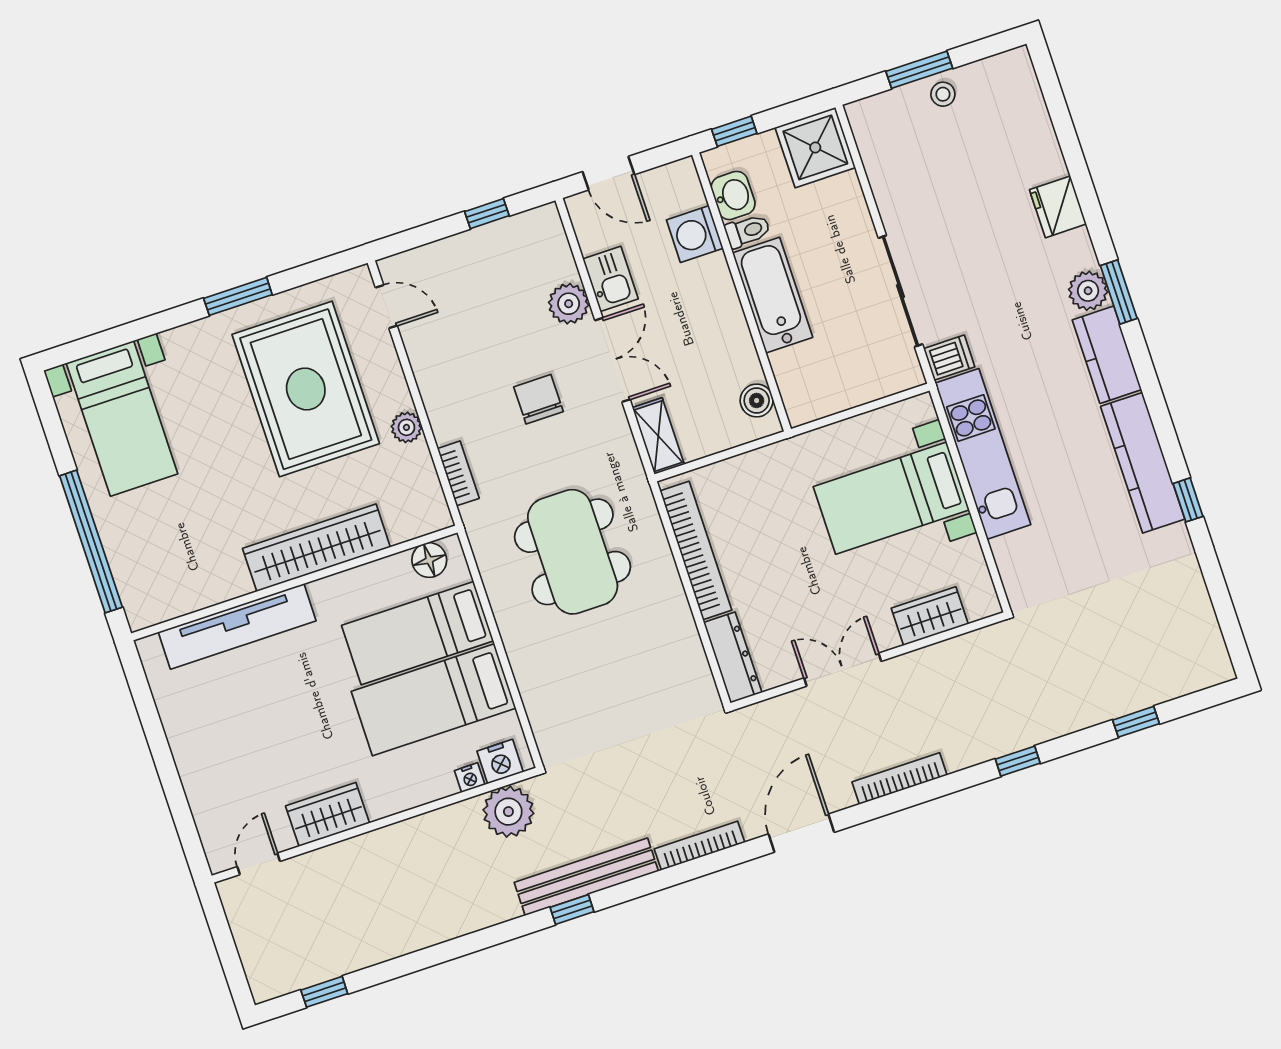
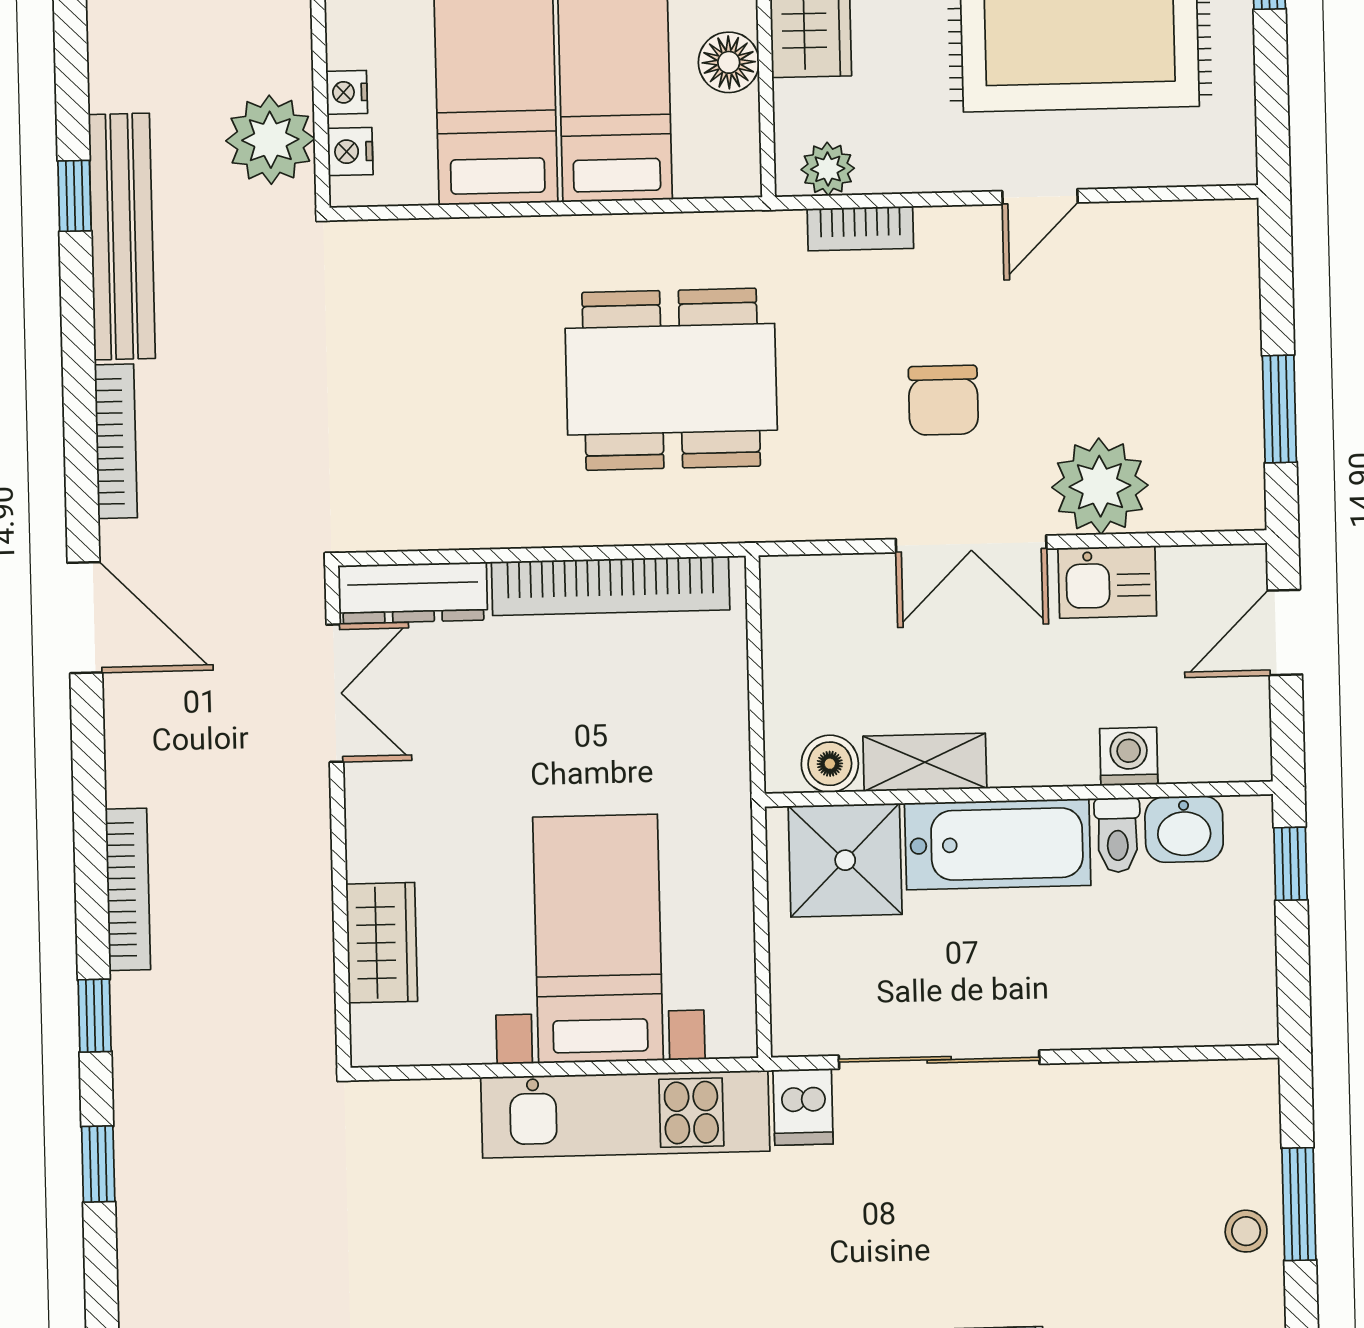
shower: (815, 147) -> (845, 860), moved
window: (487, 214) -> (1279, 409), width x1.50
washing machine: (695, 234) -> (1129, 756), width x0.73, depth x0.73
plant: (569, 304) -> (1100, 486), width x1.36, depth x1.36
door: (386, 307) -> (1040, 197), moved
chair: (538, 399) -> (943, 400), turned 90
plant: (406, 427) -> (828, 169), moved
shelving: (658, 436) -> (925, 762), moved
floor lamp: (429, 560) -> (729, 62), moved
double door: (843, 670) -> (335, 693), moved
window: (1136, 722) -> (98, 1164), moved
nightstand: (500, 762) -> (350, 152), width x0.72, depth x0.74
bookcase: (900, 779) -> (128, 889), moved

